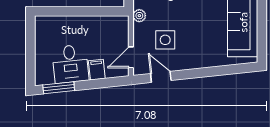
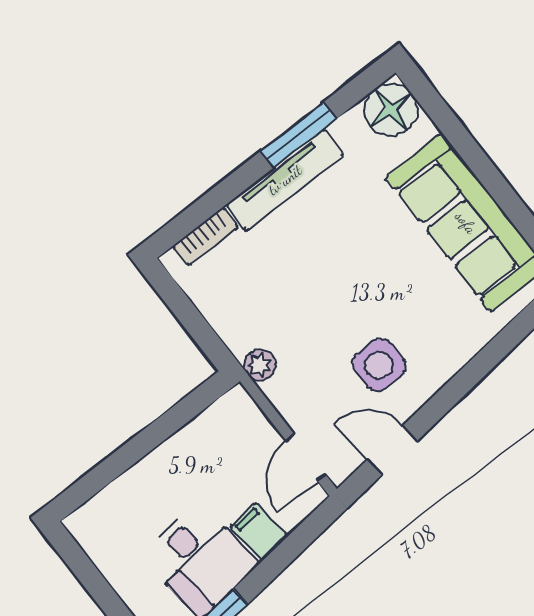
side table: (165, 40) -> (379, 365), moved

